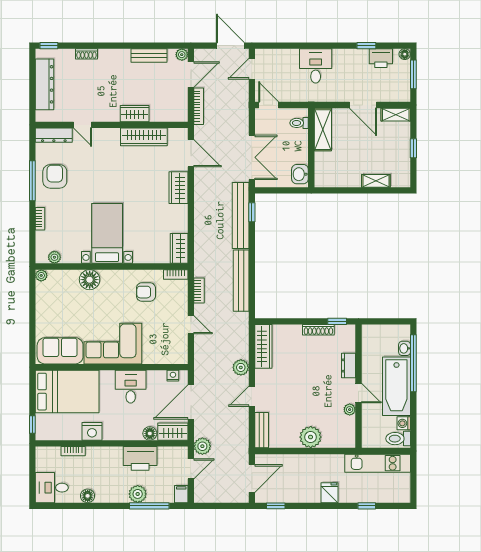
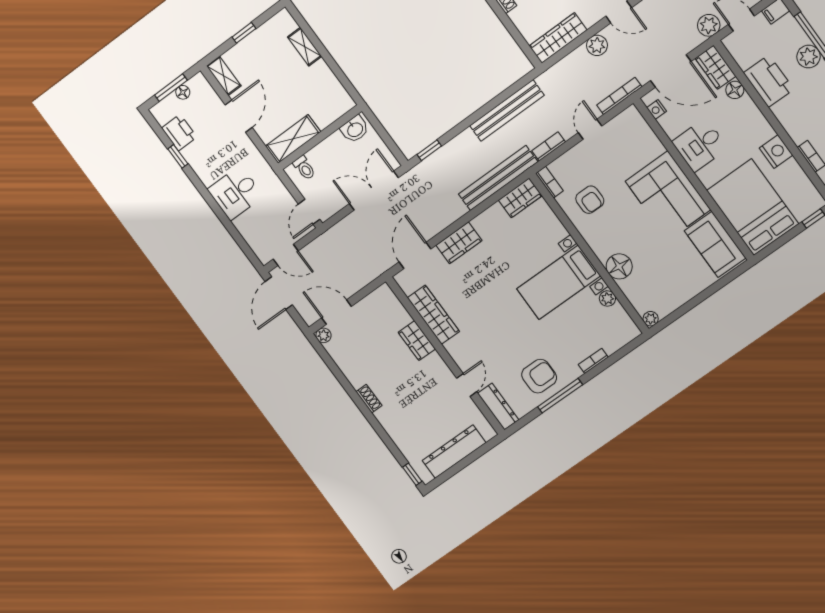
shoe rack: (86, 54) -> (369, 399), moved
floor lamp: (405, 54) -> (183, 92), moved
bench: (149, 55) -> (349, 368), removed
bookcase: (199, 106) -> (619, 96), moved
armchair: (55, 176) -> (539, 376), turned 180
bench: (241, 216) -> (498, 178), moved
plant: (54, 257) -> (607, 298), moved

